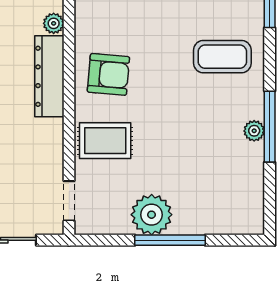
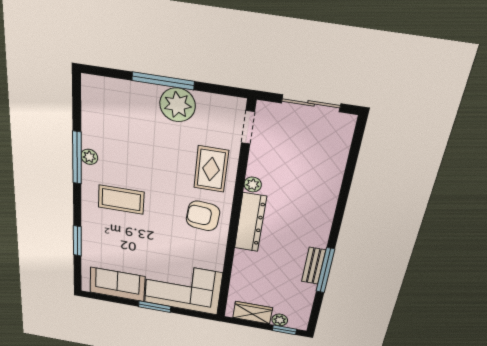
plant: (54, 23) -> (253, 184), moved
coffee table: (222, 57) -> (121, 200), moved
rug: (105, 141) -> (211, 169), turned 90

